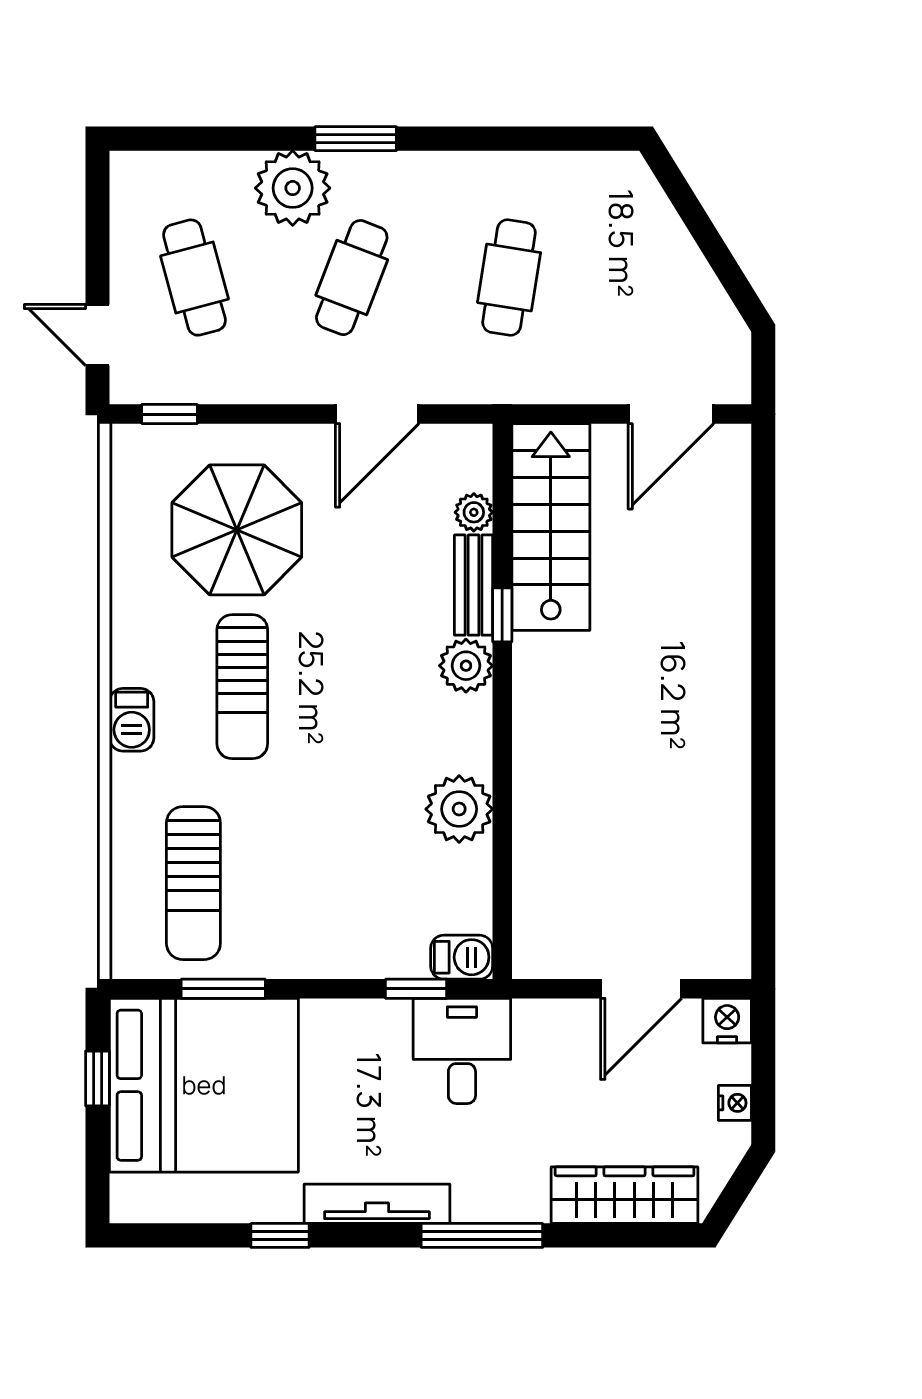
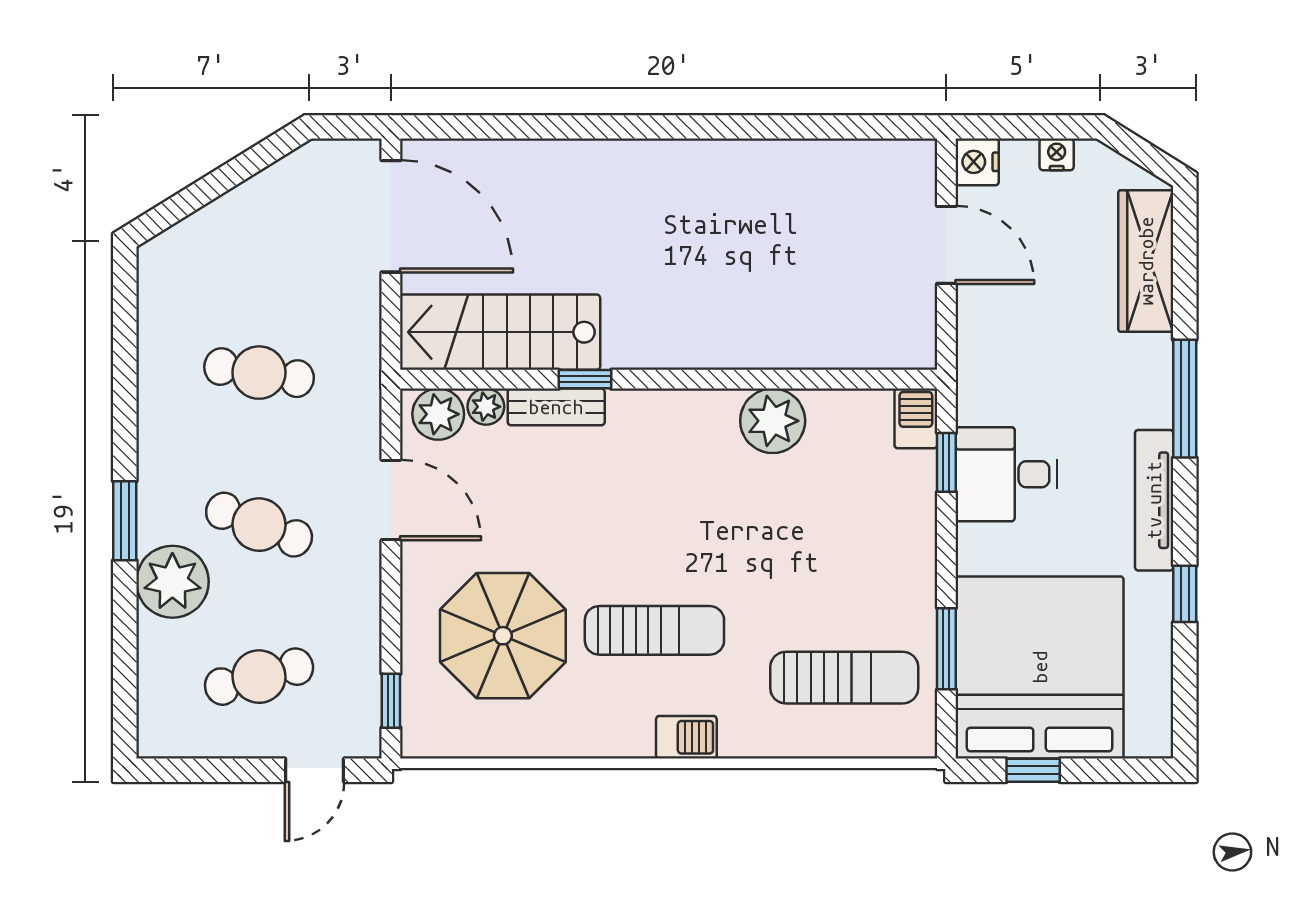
door: (671, 414) -> (391, 216), width x1.36
plant: (466, 666) -> (438, 414), moved
desk: (462, 1051) -> (1006, 474), moved

